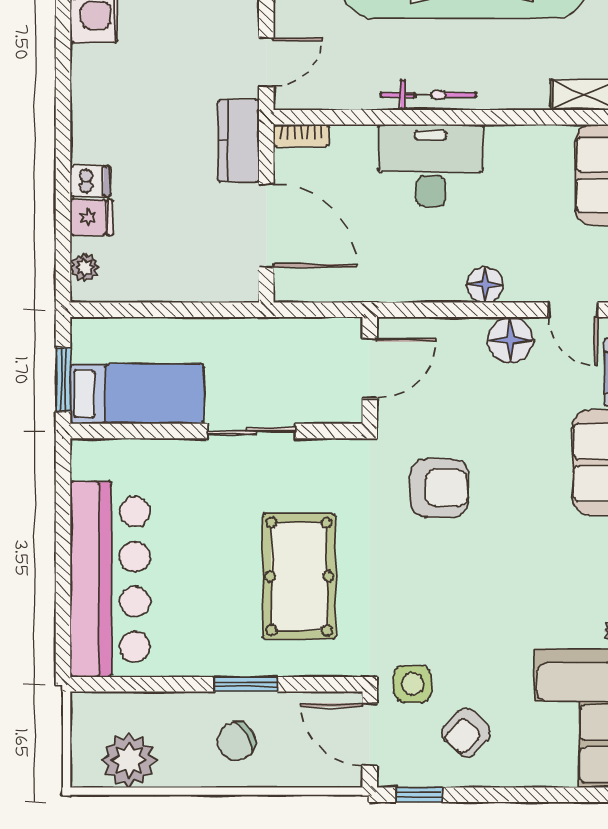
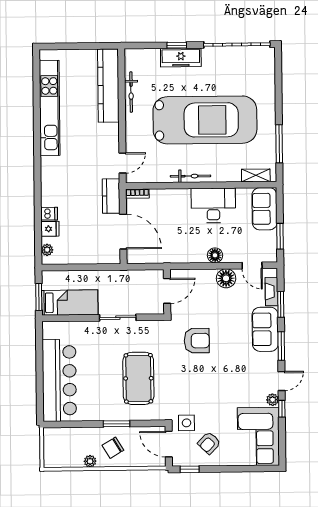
desk: (431, 166) -> (213, 205), moved
plant: (129, 760) -> (90, 461), moved, width x0.53, depth x0.53

